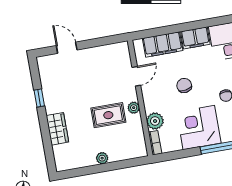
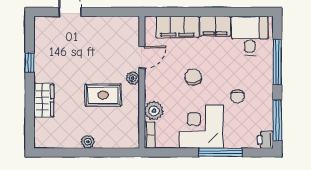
plant: (134, 108) -> (133, 78), moved

